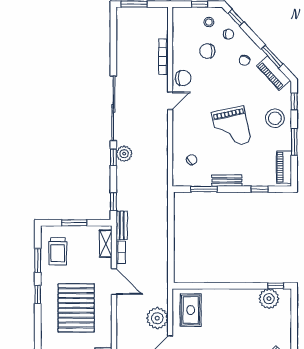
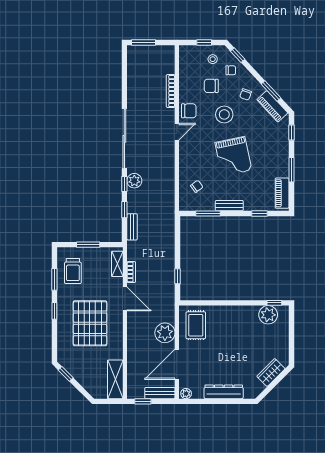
stool: (275, 118) -> (224, 114), moved
window: (113, 202) -> (124, 210), moved
bench: (122, 225) -> (132, 227), moved
window: (171, 257) -> (177, 276), added

